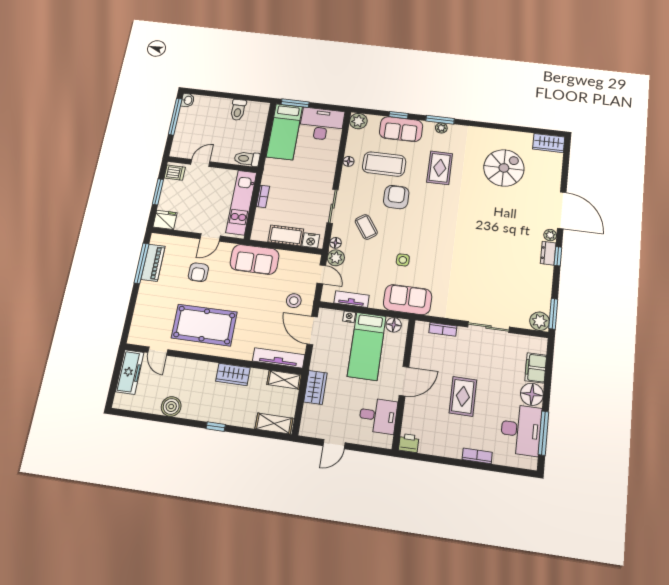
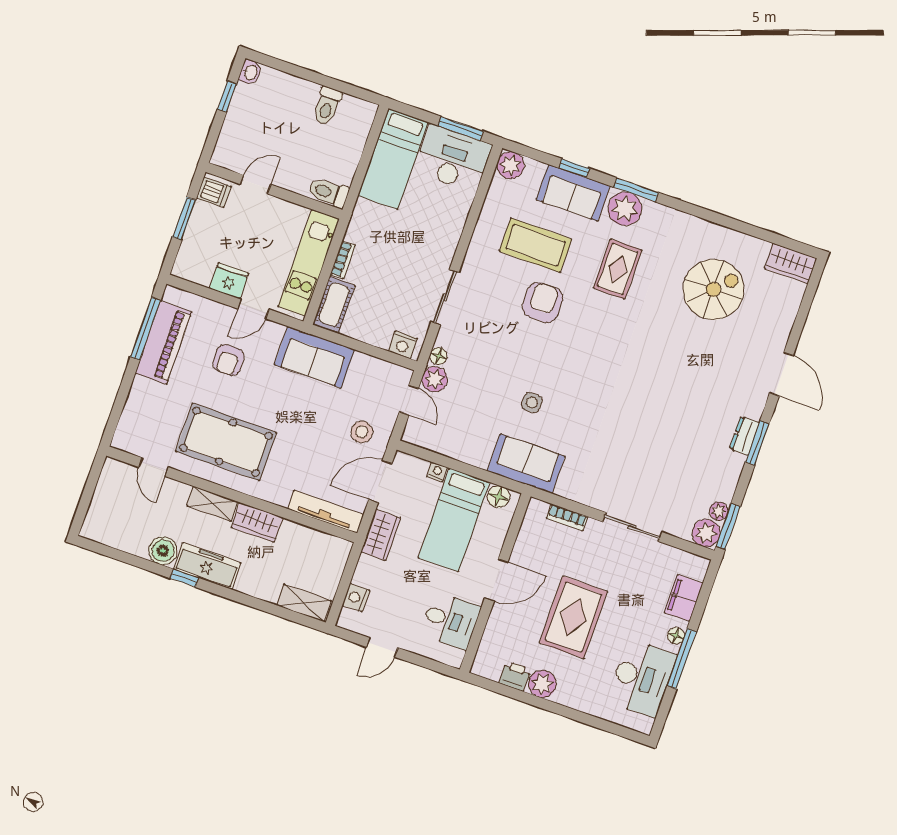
window: (295, 103) -> (460, 128), moved
window: (175, 117) -> (227, 97), width x0.46
plant: (441, 128) -> (625, 209), width x1.88, depth x1.88
floor lamp: (349, 161) -> (482, 230), removed
door: (562, 210) -> (781, 374), width x0.73
fridge: (165, 220) -> (229, 281), moved
coffee table: (366, 227) -> (489, 341), removed
cot: (286, 235) -> (334, 304), moved, turned 90
plant: (550, 235) -> (719, 511), moved
window: (558, 256) -> (757, 443), width x1.50
piano: (153, 263) -> (163, 343), width x1.37, depth x1.33
tv unit: (352, 299) -> (446, 446), removed
door: (312, 331) -> (380, 481), hinge flipped
freezer: (130, 372) -> (207, 566), moved, turned -90
shelving: (284, 380) -> (212, 504), moved
wardrobe: (315, 387) -> (381, 535), moved
floor lamp: (532, 394) -> (676, 636), width x0.53, depth x0.53
rug: (463, 396) -> (573, 617), width x1.36, depth x1.43
nightstand: (310, 413) -> (356, 598), added
window: (216, 427) -> (184, 578), moved
window: (544, 433) -> (682, 659), moved
printer: (409, 443) -> (515, 676), moved
plant: (452, 448) -> (542, 684), added
bookcase: (477, 456) -> (574, 701), removed

